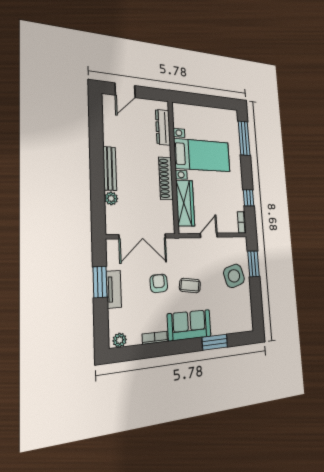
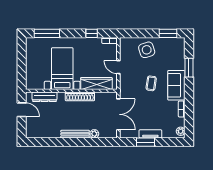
door: (125, 90) -> (22, 110), moved
window: (253, 264) -> (168, 33), moved
armchair: (159, 283) -> (149, 105), removed

